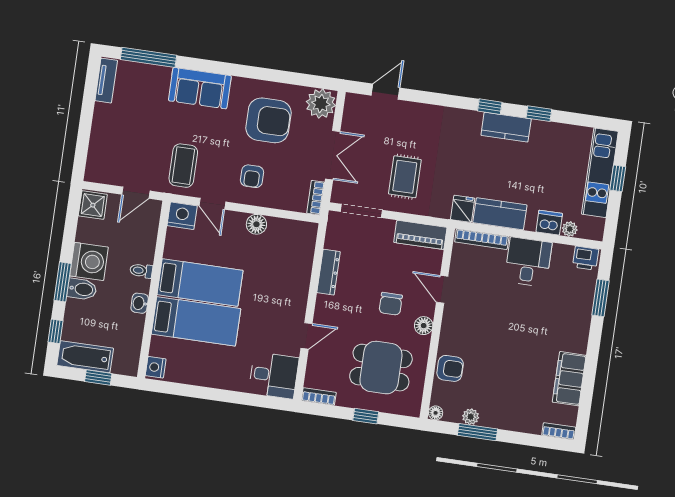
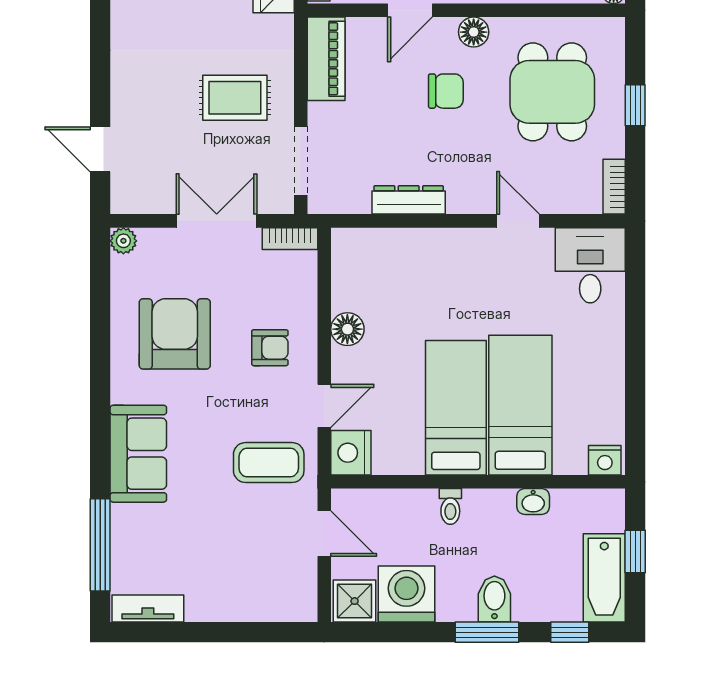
plant: (321, 104) -> (123, 241), width x0.53, depth x0.53
washing machine: (89, 261) -> (407, 594), moved
washbasin: (140, 303) -> (533, 501), moved

